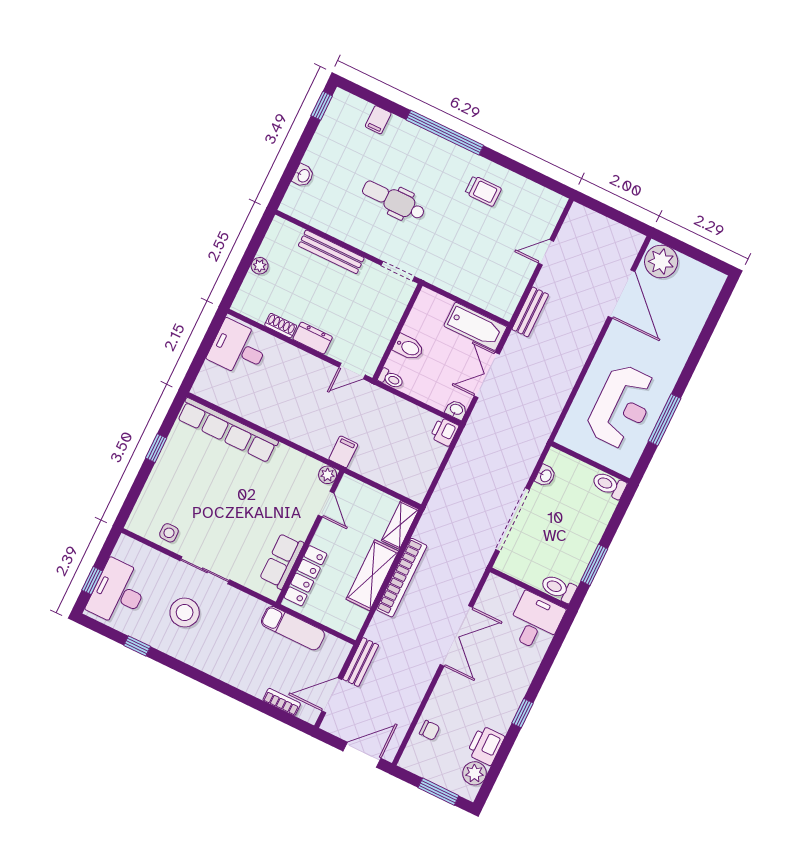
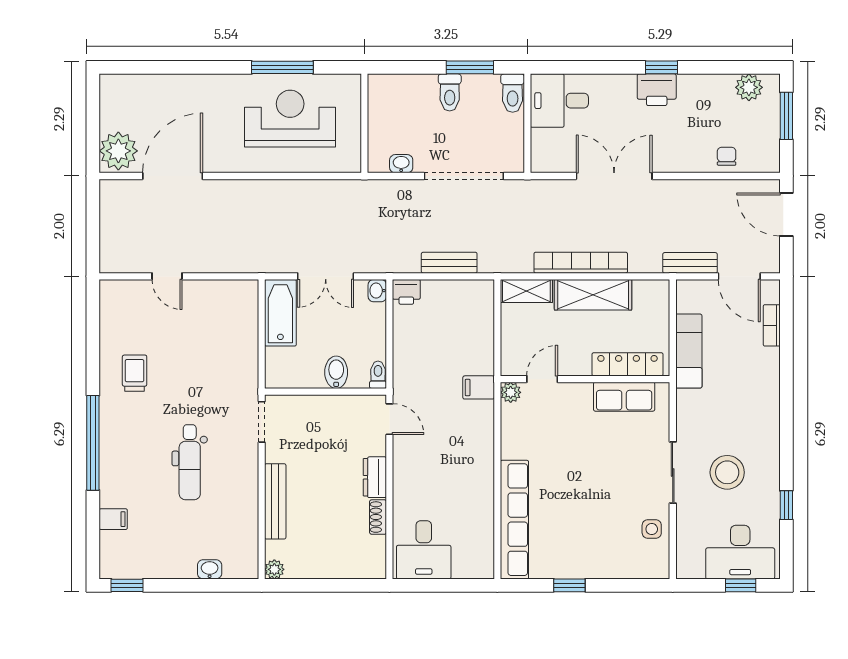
plant: (260, 266) -> (274, 569), moved
bench: (530, 312) -> (449, 263), moved
toilet: (609, 485) -> (450, 92), moved
printer: (486, 745) -> (657, 90), moved

